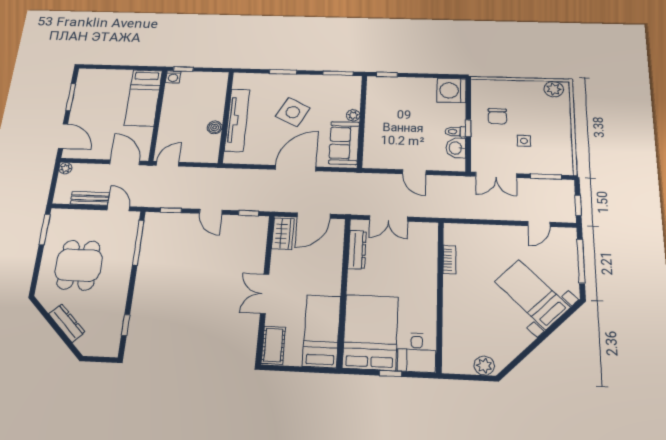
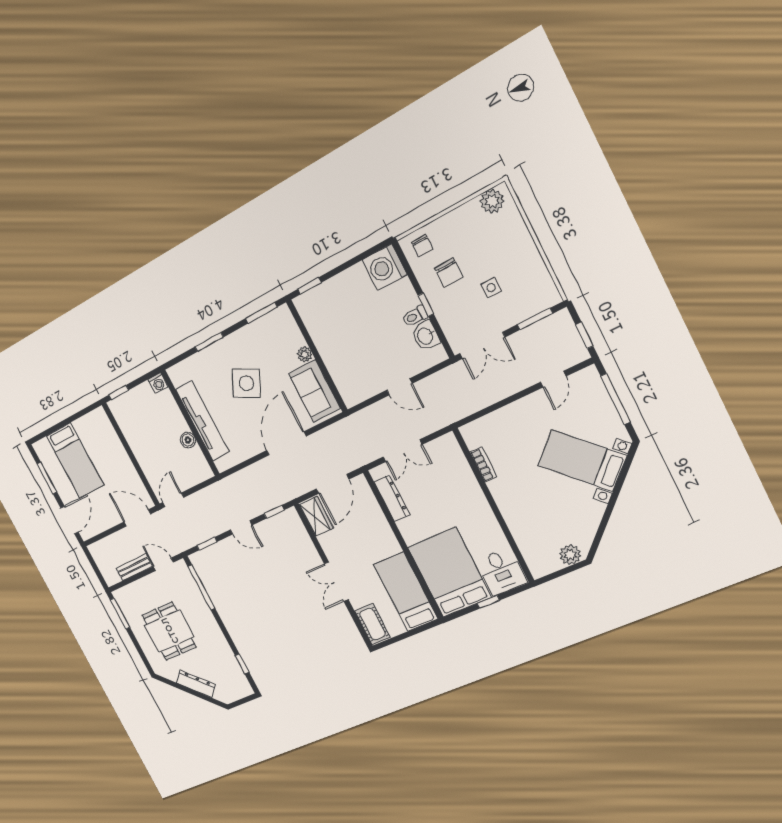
washing machine: (173, 77) -> (158, 383), moved
chair: (487, 91) -> (422, 246), added
bed: (143, 98) -> (75, 460), moved
door: (63, 136) -> (69, 520), hinge flipped
plant: (65, 168) -> (94, 550), removed

